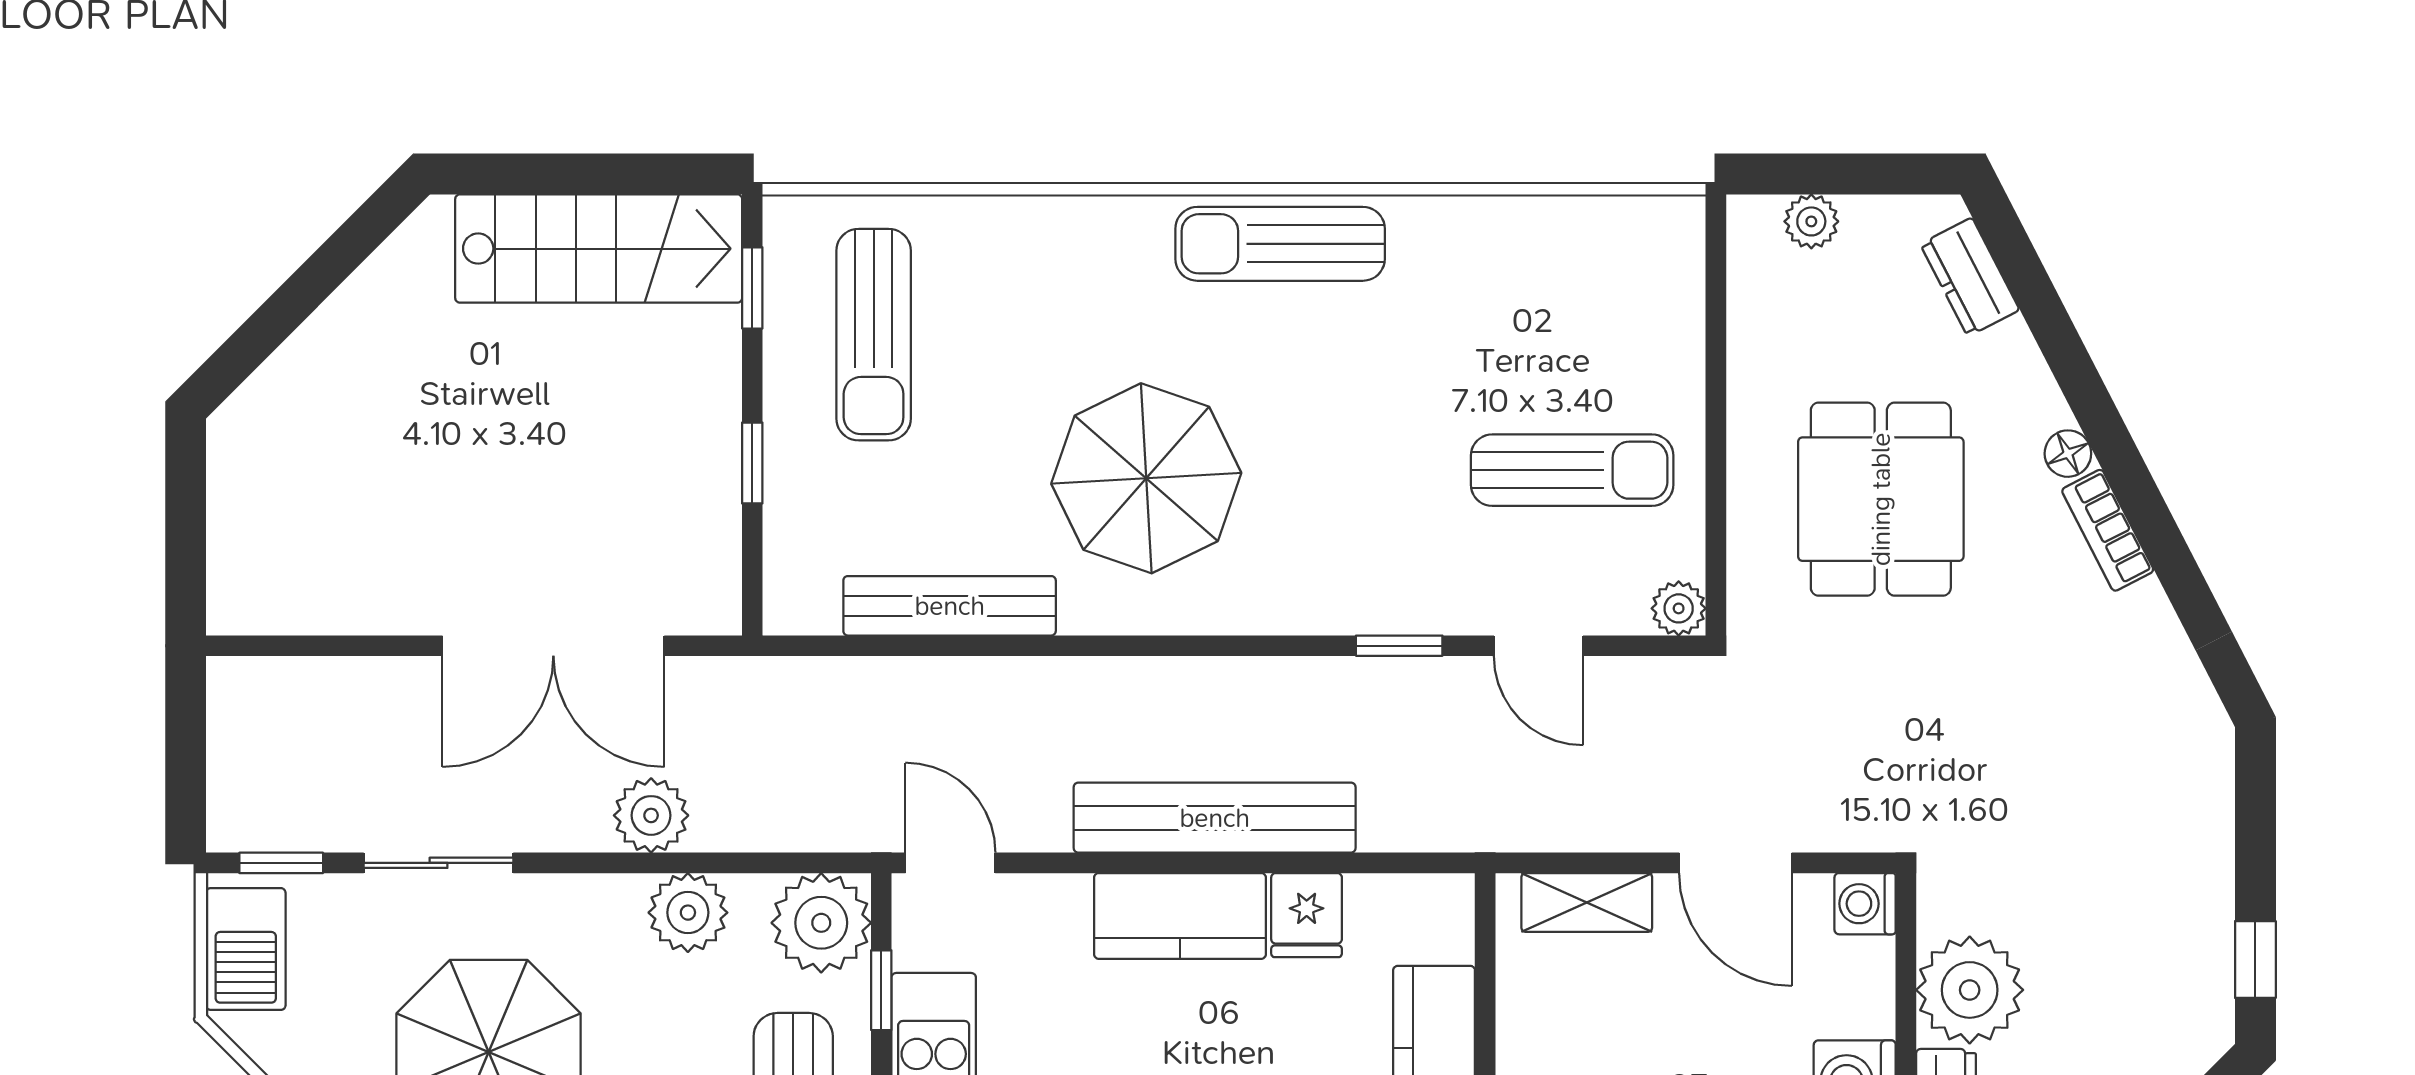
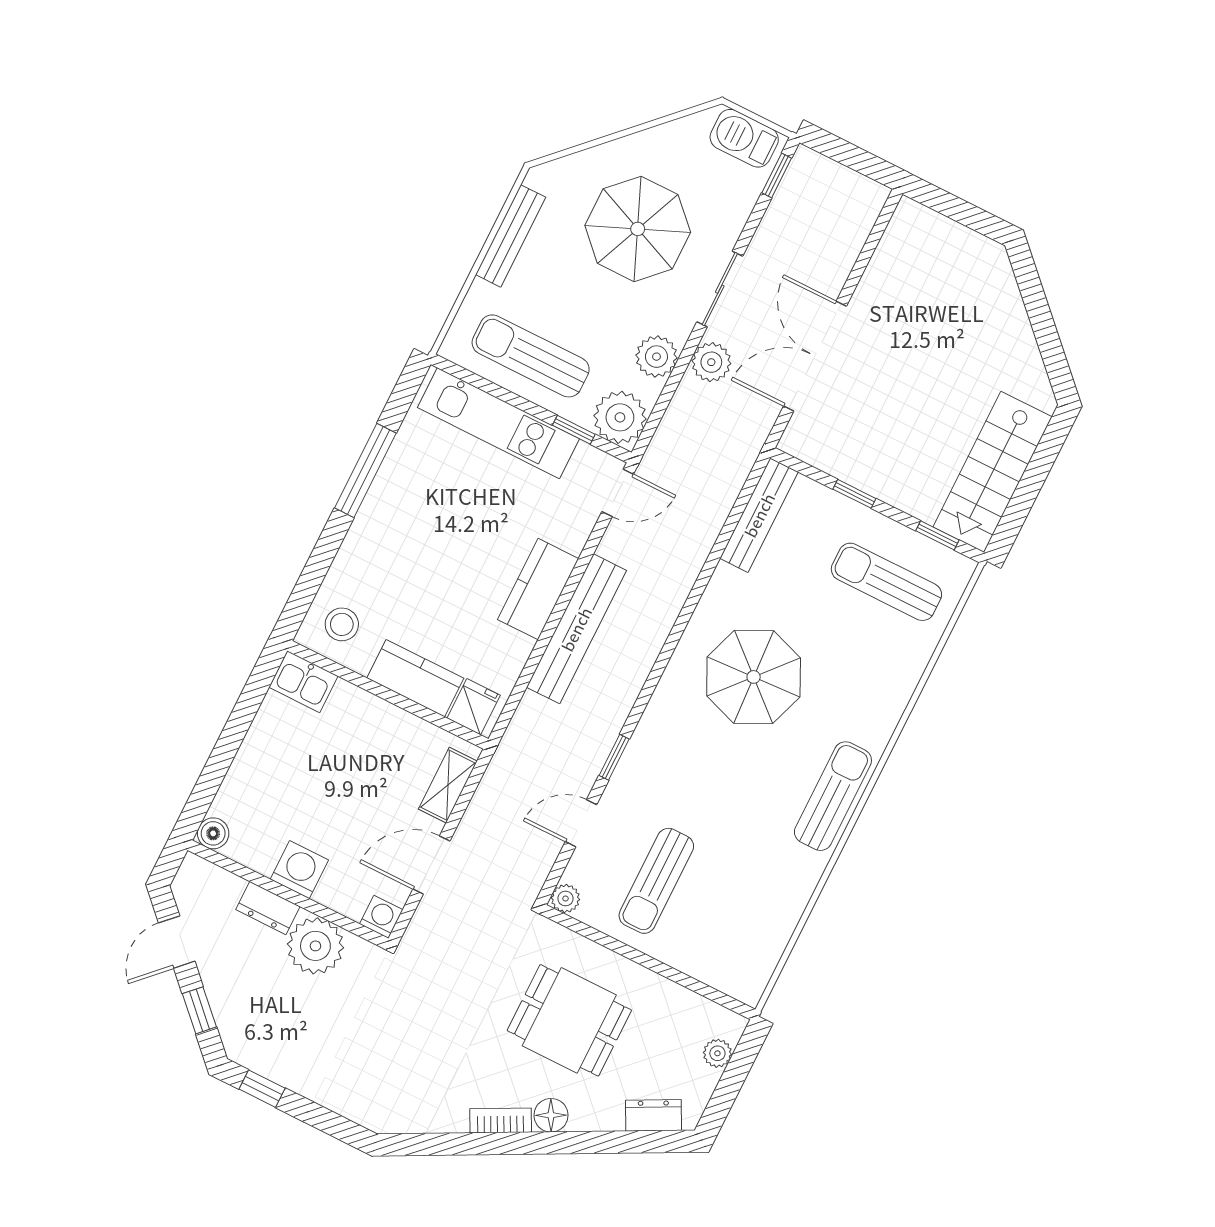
floor lamp: (2068, 454) -> (551, 1115), width x1.37, depth x1.37
bench: (950, 606) -> (759, 515), moved
sliding door: (439, 863) -> (720, 289), moved
fridge: (1307, 915) -> (474, 707), moved, turned 90

